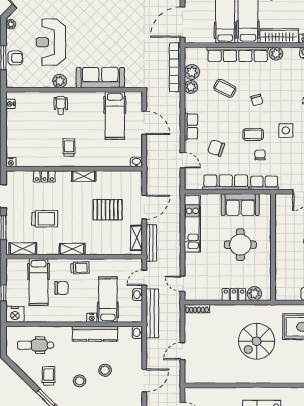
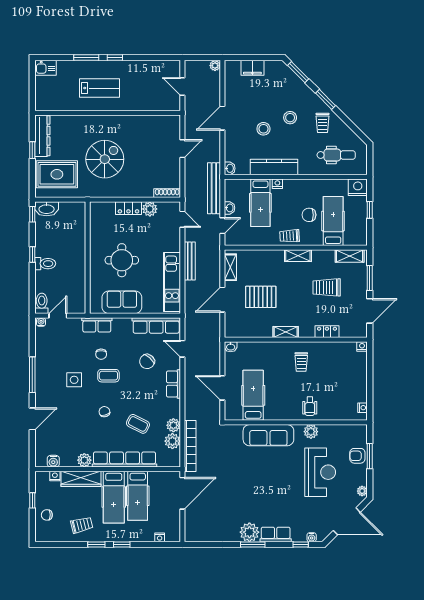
chair: (216, 148) -> (147, 361), turned 114
row of seats: (226, 182) -> (156, 325), moved
bench: (151, 243) -> (190, 261), moved
plant: (254, 294) -> (150, 209), moved

